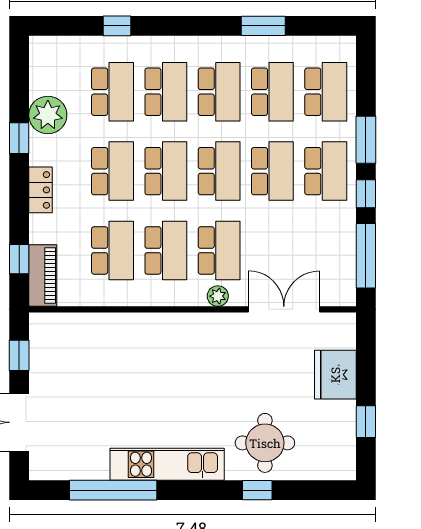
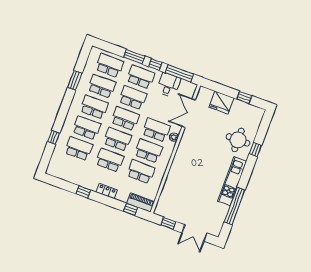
plant: (48, 115) -> (78, 177), removed
desk: (331, 240) -> (168, 85), added

